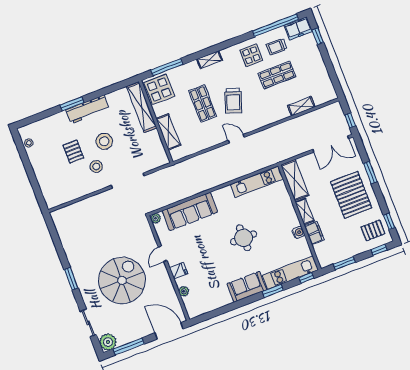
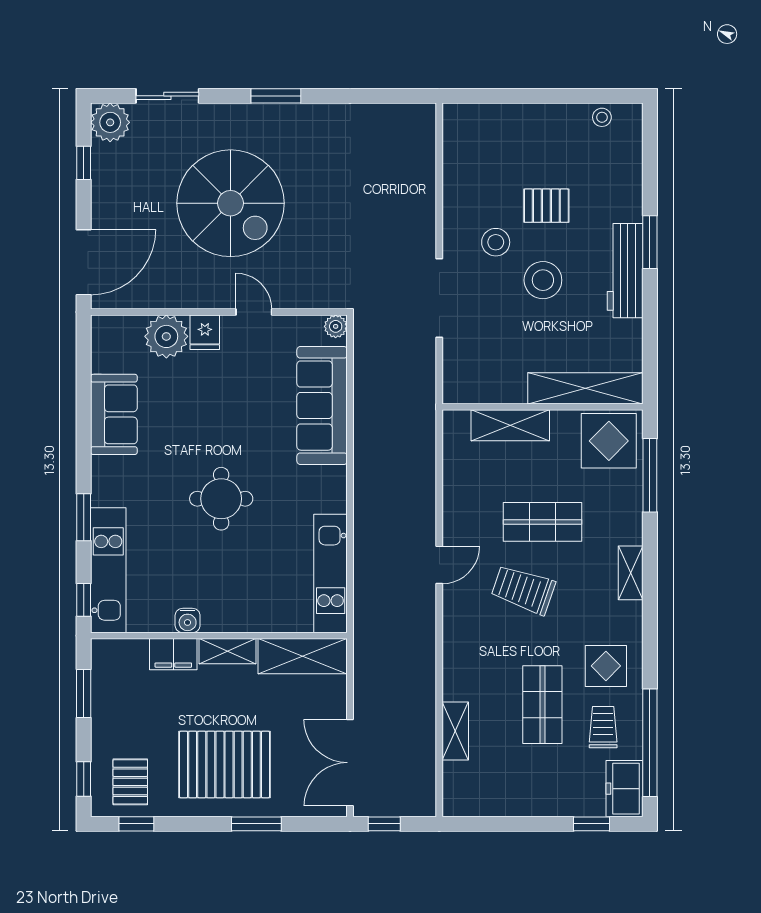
sofa: (247, 287) -> (114, 414), moved
plant: (184, 291) -> (166, 336), width x1.87, depth x1.87
window: (129, 346) -> (84, 163), width x0.46

